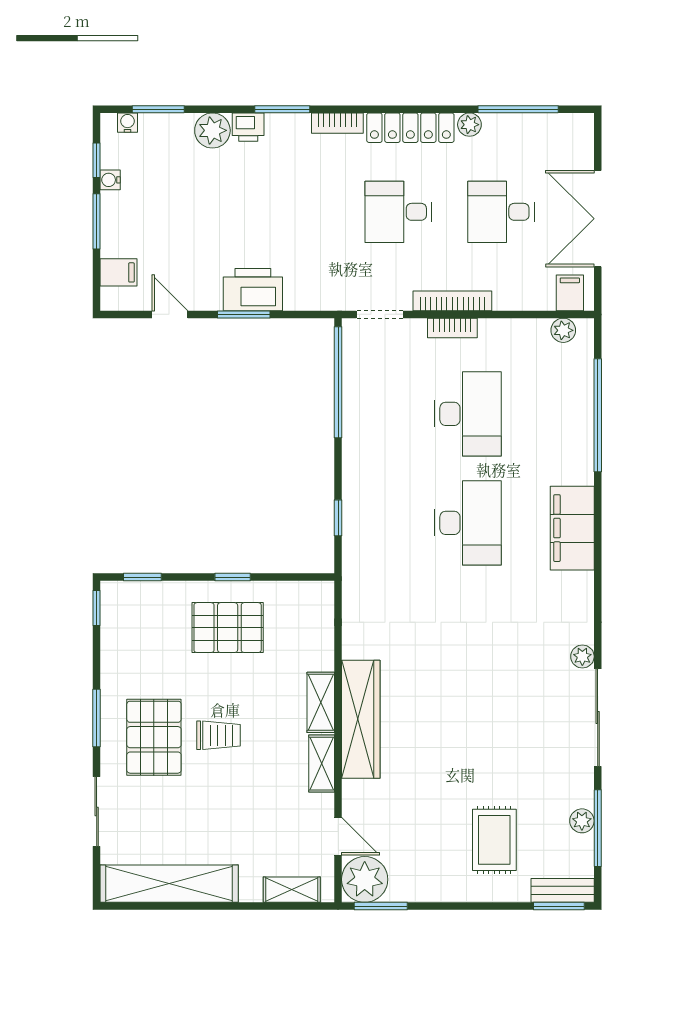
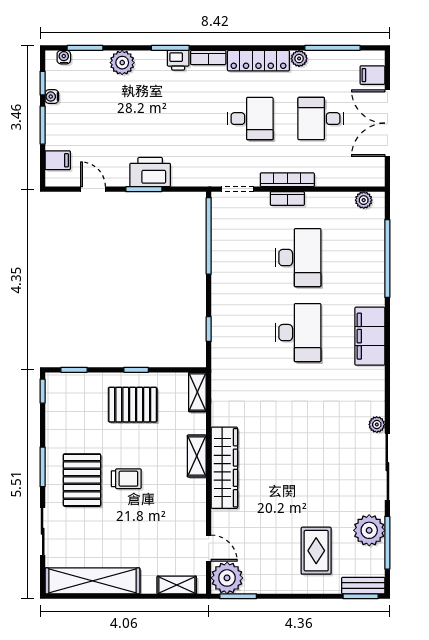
printer: (248, 127) -> (178, 60), moved
desk: (398, 212) -> (250, 119), turned 180
filing cabinet: (570, 293) -> (372, 75), moved, turned -90
shelving: (322, 764) -> (197, 392), moved
plant: (582, 821) -> (369, 530), width x1.87, depth x1.87

